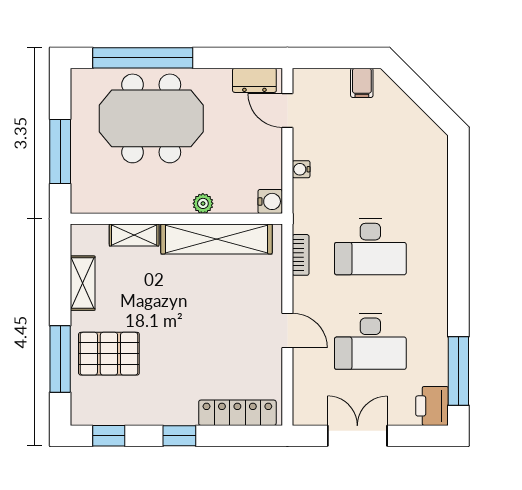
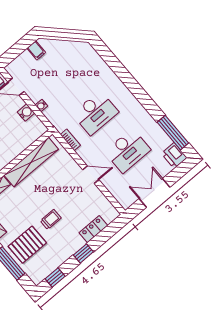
water cooler: (270, 201) -> (26, 113), moved
plant: (203, 203) -> (14, 153), removed
trolley: (174, 346) -> (51, 219), added
locker: (237, 413) -> (93, 229), width x0.66

